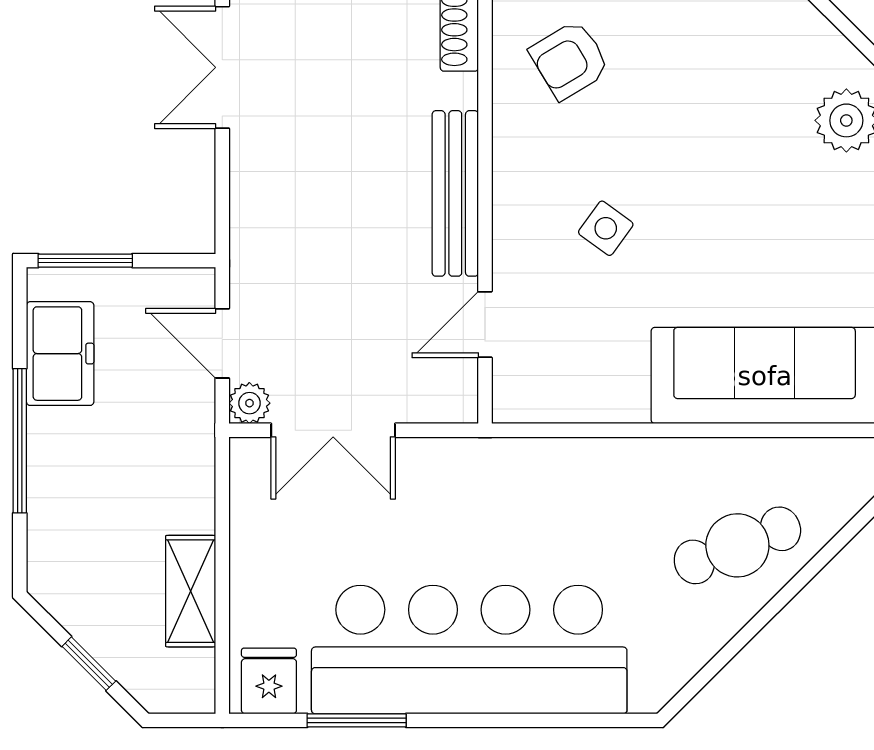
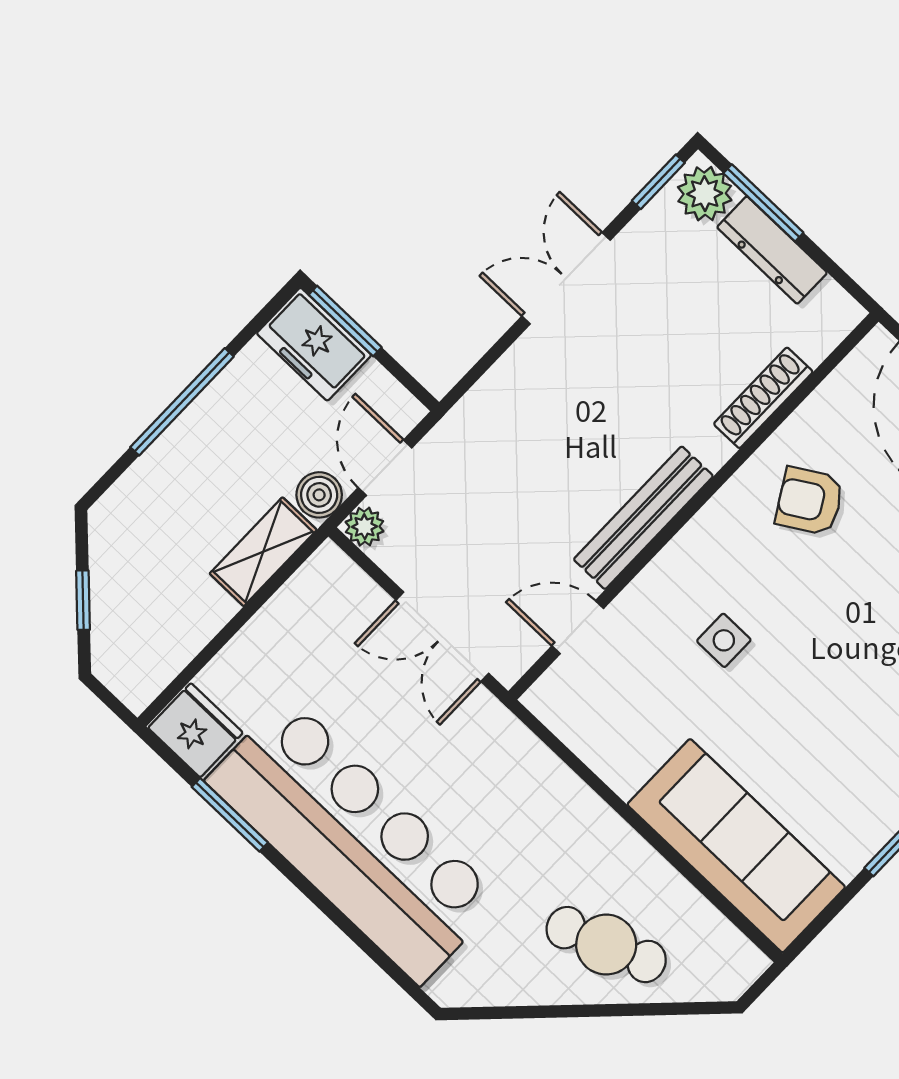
side table: (606, 228) -> (724, 640), turned -36
freezer: (60, 354) -> (314, 344), moved, turned 90
boiler: (192, 412) -> (319, 495), added
double door: (333, 430) -> (442, 637), moved
shelving: (191, 591) -> (263, 552), moved
fridge: (269, 681) -> (195, 730), width x1.38

